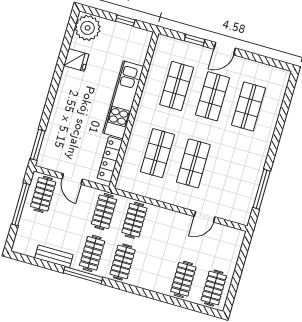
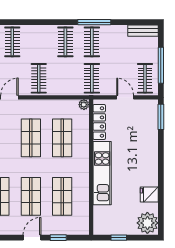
plant: (122, 184) -> (84, 105), added
clothes rail: (134, 220) -> (39, 78), moved
bench: (54, 256) -> (143, 31), moved

